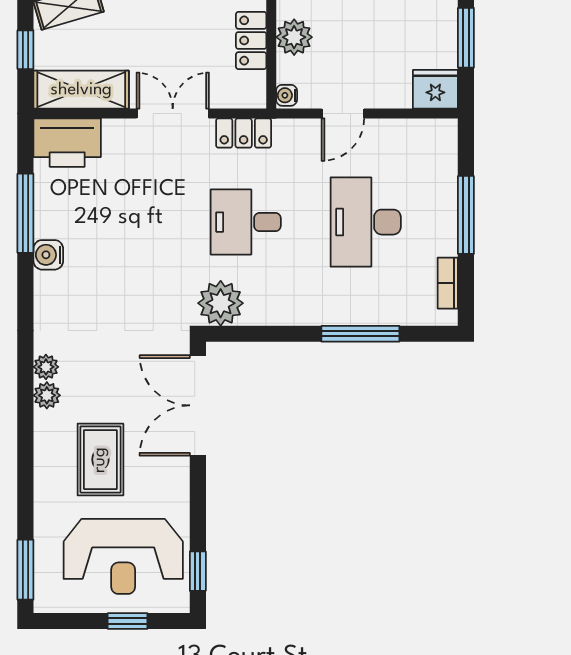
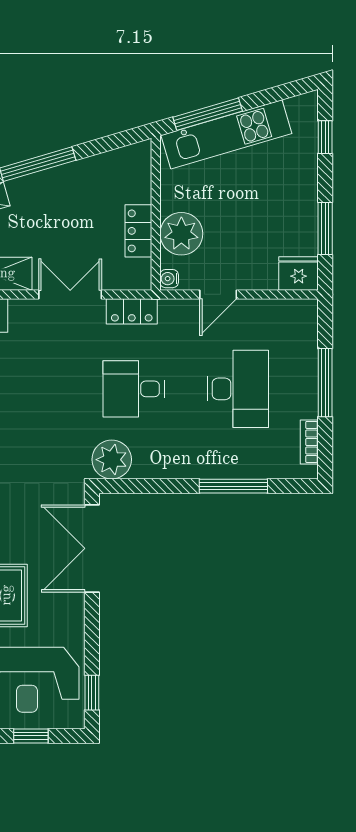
plant: (294, 37) -> (181, 234), width x1.36, depth x1.36
desk: (366, 222) -> (238, 389), turned 180

